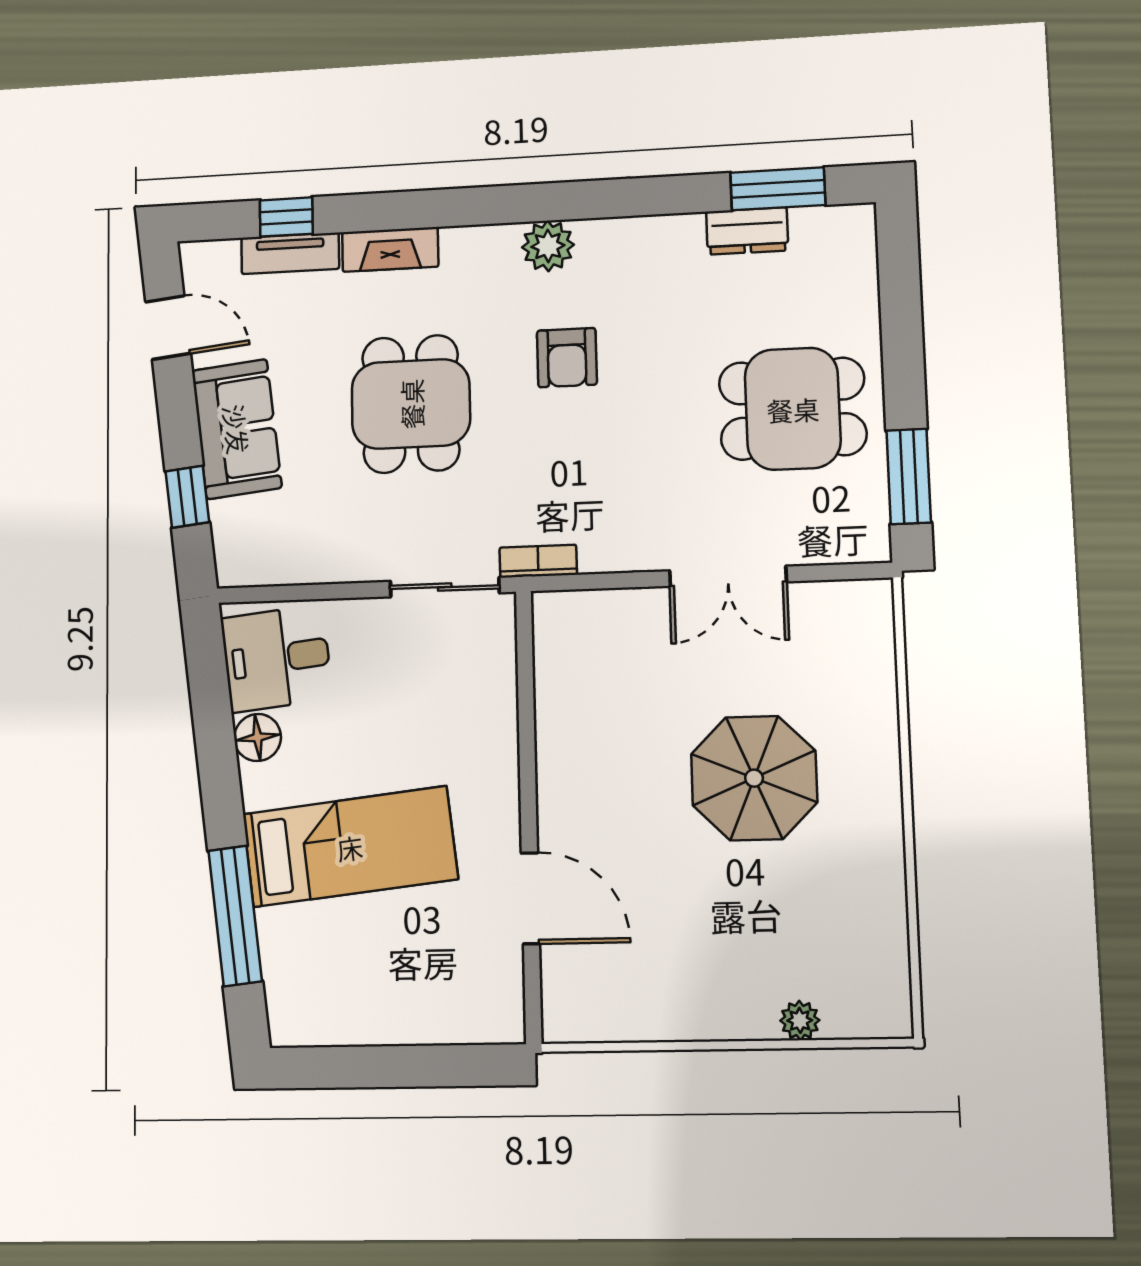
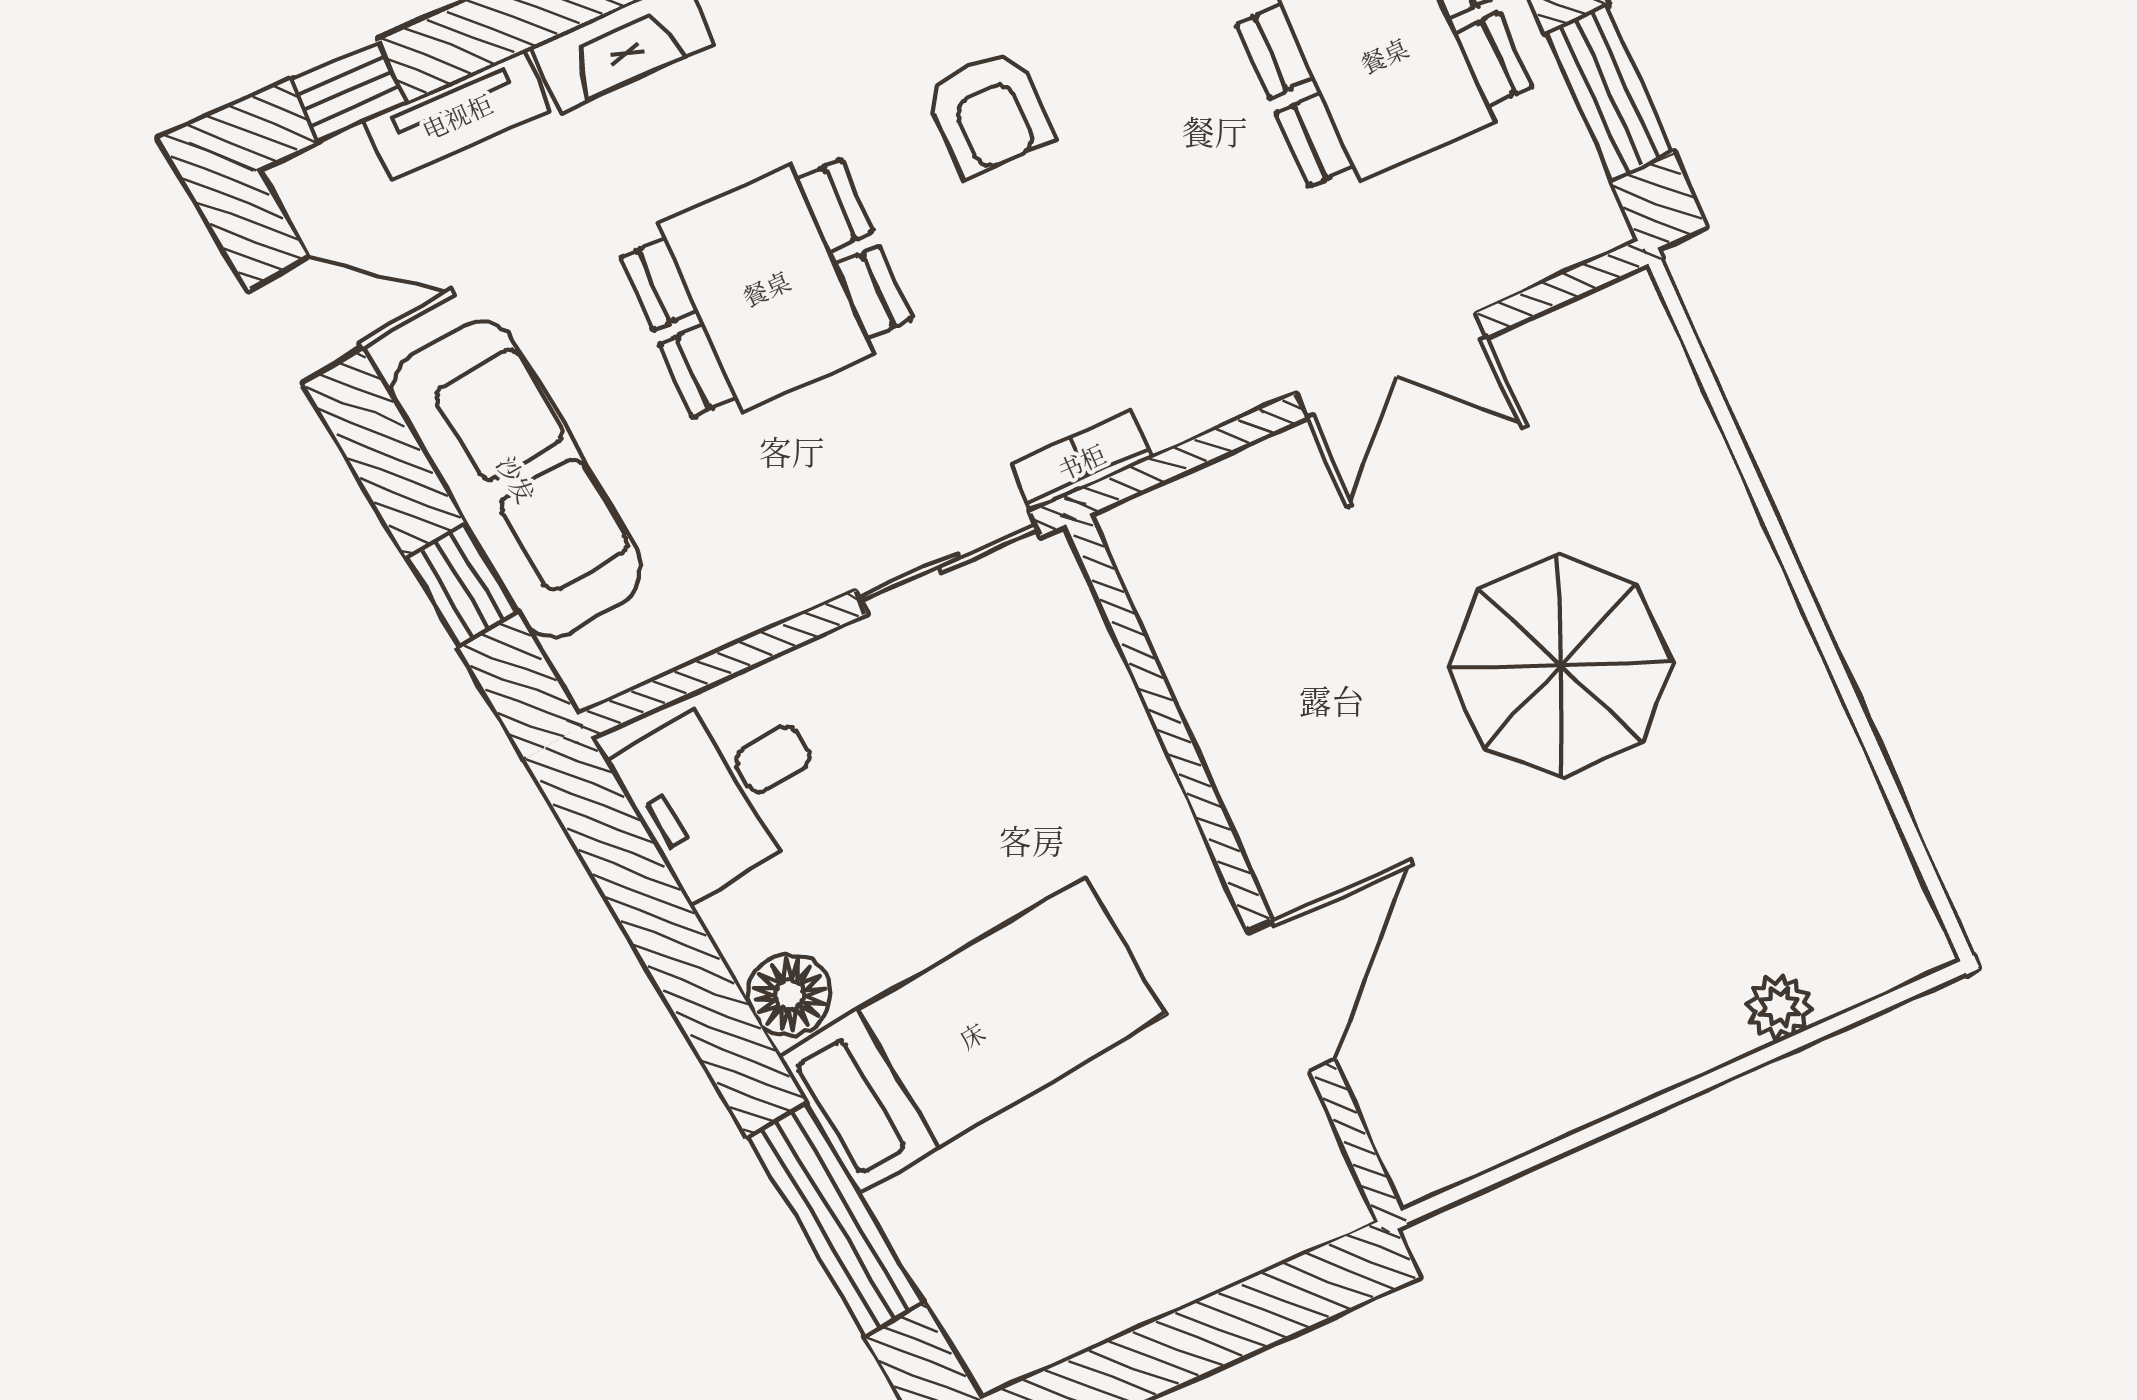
window: (286, 217) -> (348, 91), moved
dining table: (411, 404) -> (766, 288), turned 90
sofa: (237, 429) -> (517, 479), width x1.36
floor lamp: (258, 737) -> (789, 995), moved
door: (530, 898) -> (1291, 996), hinge flipped

